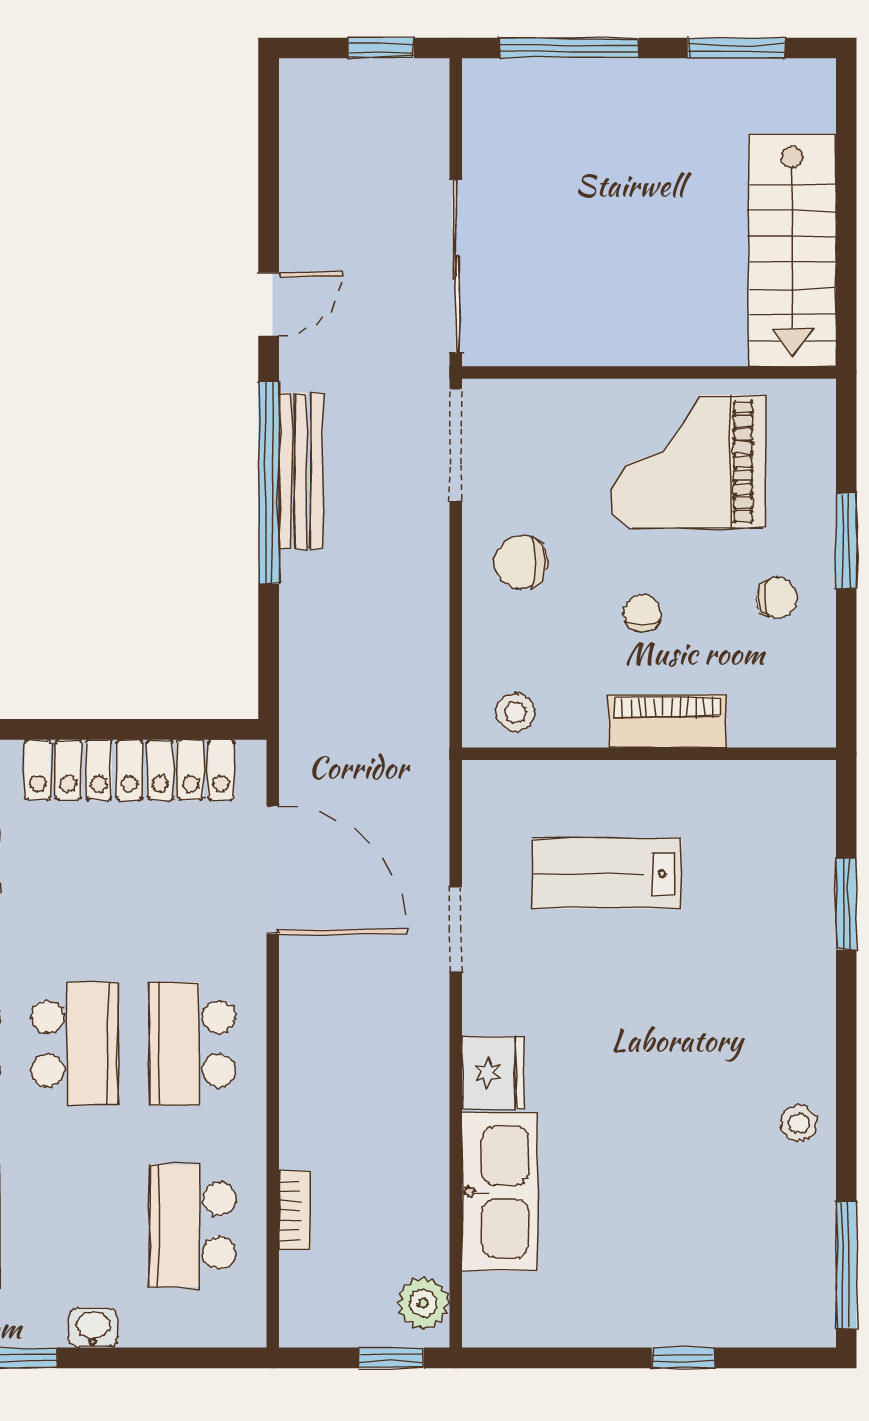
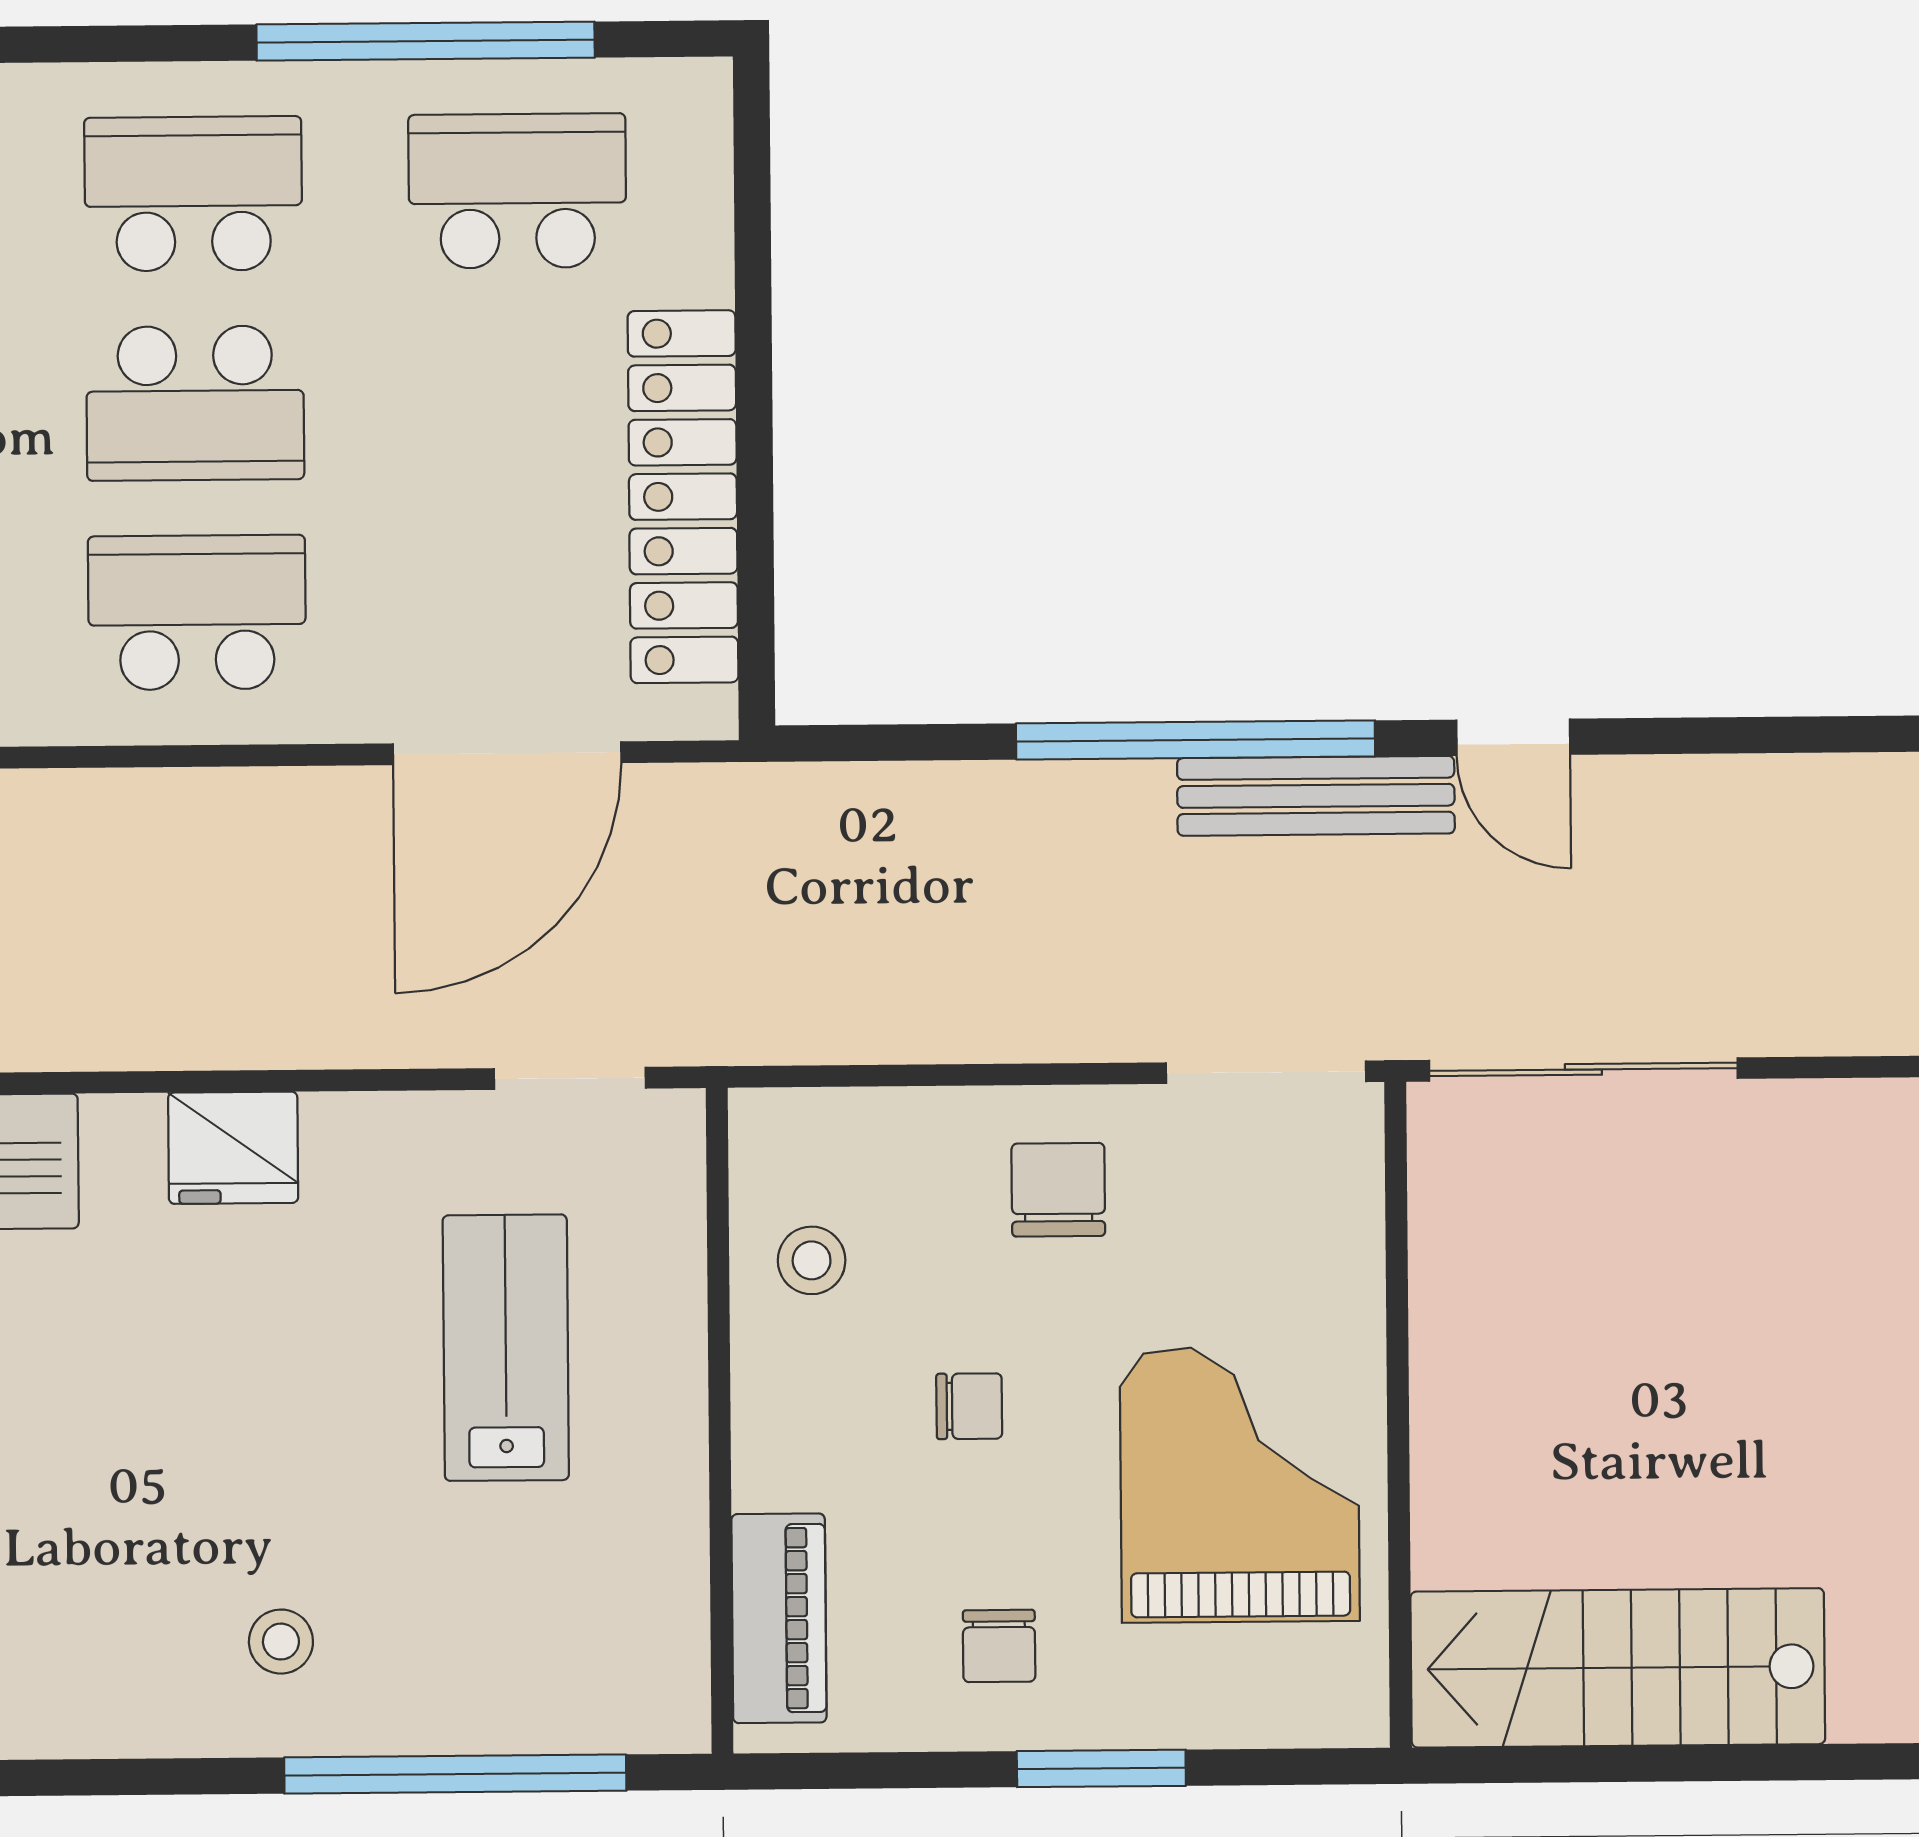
bench: (301, 471) -> (1316, 796), moved
stool: (515, 713) -> (812, 1260), moved
piano: (667, 721) -> (779, 1618), moved
window: (846, 904) -> (455, 1774), width x2.11
doorway: (456, 929) -> (570, 1078), moved
fridge: (493, 1073) -> (233, 1148), moved
stool: (799, 1124) -> (281, 1642), moved

